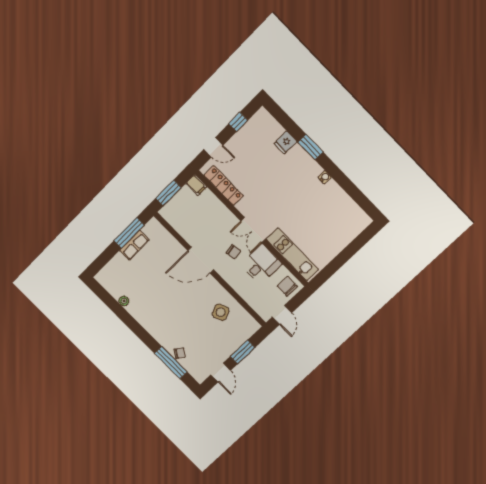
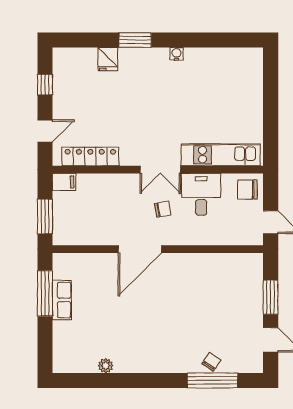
side table: (221, 312) -> (210, 280), removed

